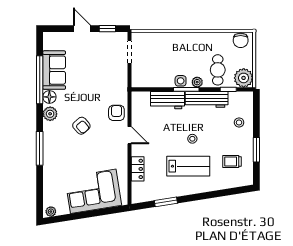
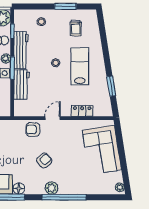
plant: (50, 114) -> (51, 188), moved
window: (40, 148) -> (64, 197), width x1.46

